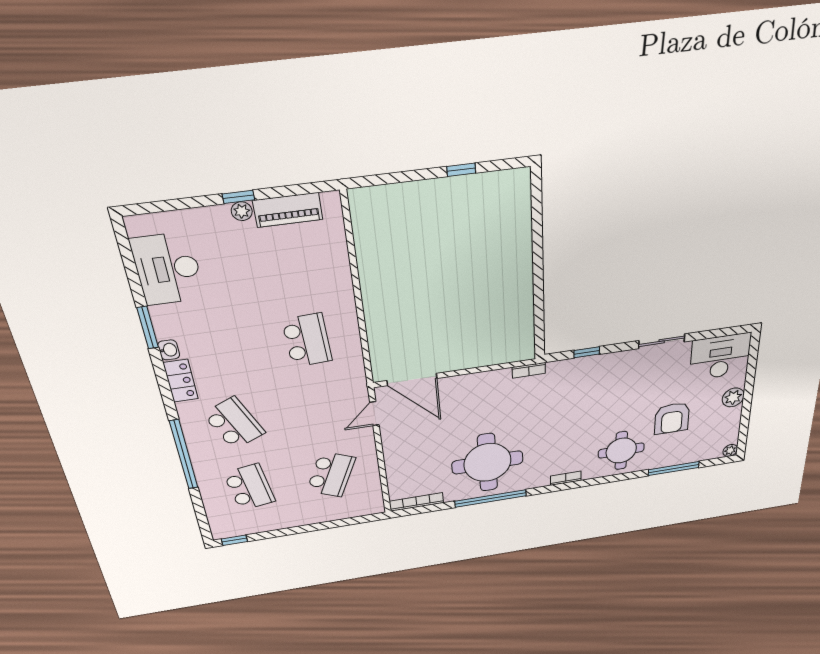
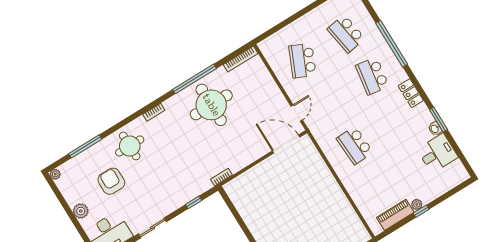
desk: (168, 269) -> (437, 153), width x0.73
washbasin: (169, 350) -> (435, 129), moved
school desk: (234, 423) -> (372, 76), turned 33

